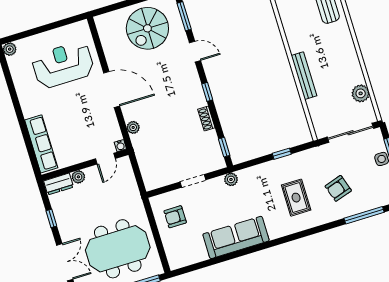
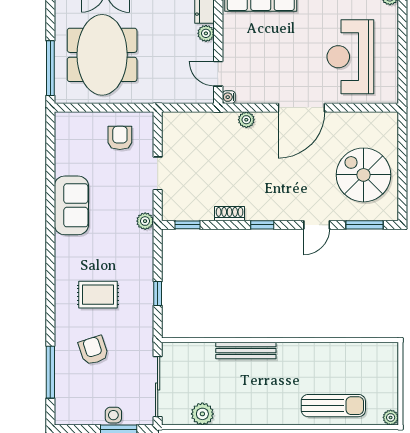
reception desk: (63, 65) -> (350, 57), turned 180
sofa: (236, 237) -> (71, 205), width x0.73

